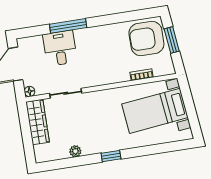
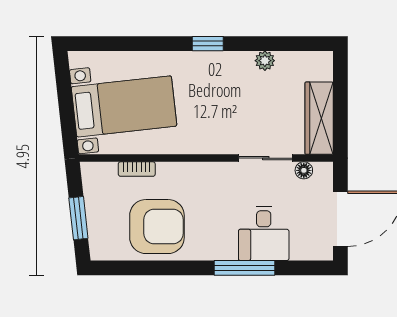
armchair: (146, 39) -> (157, 227), moved
floor lamp: (30, 91) -> (304, 170), moved

